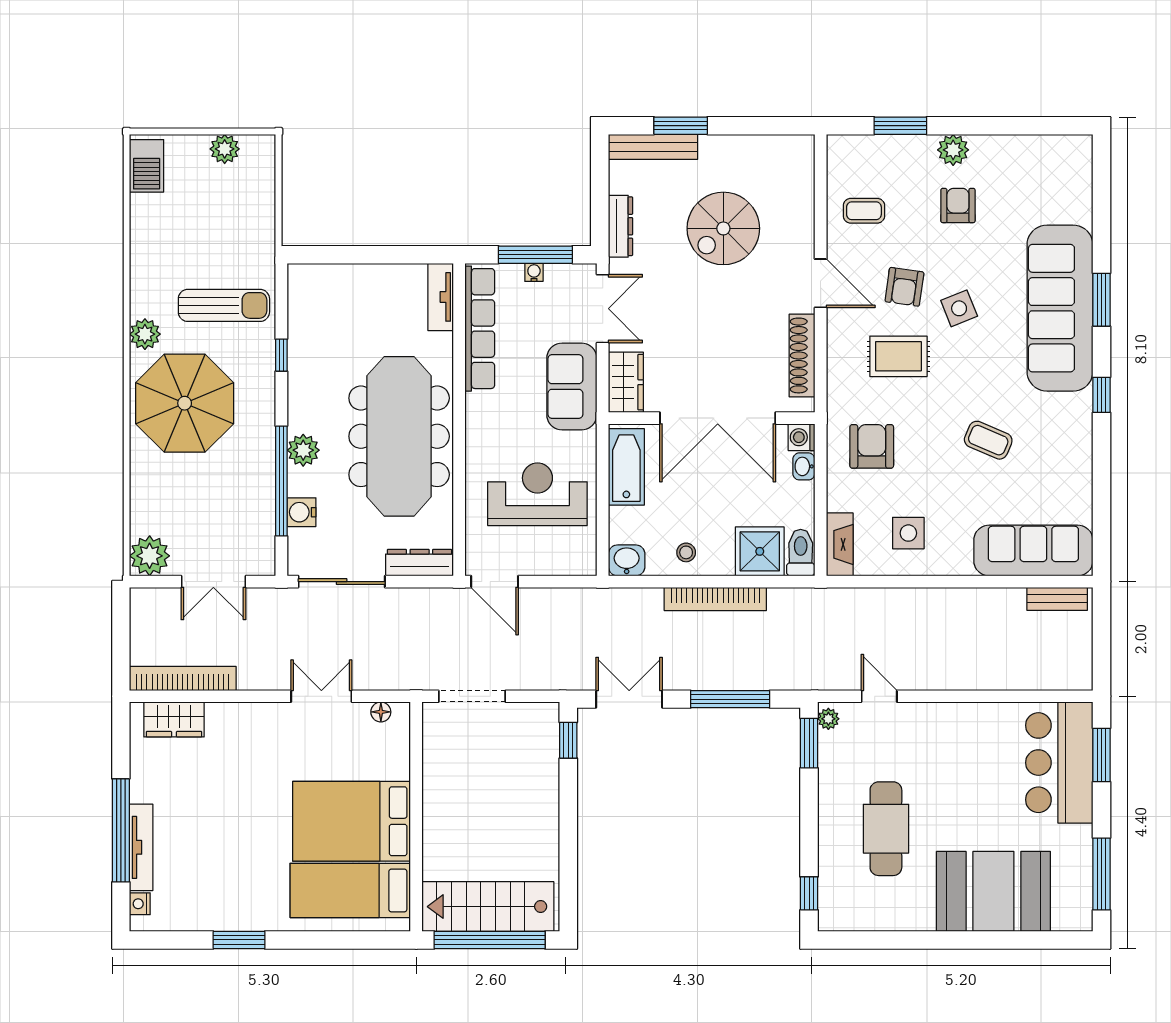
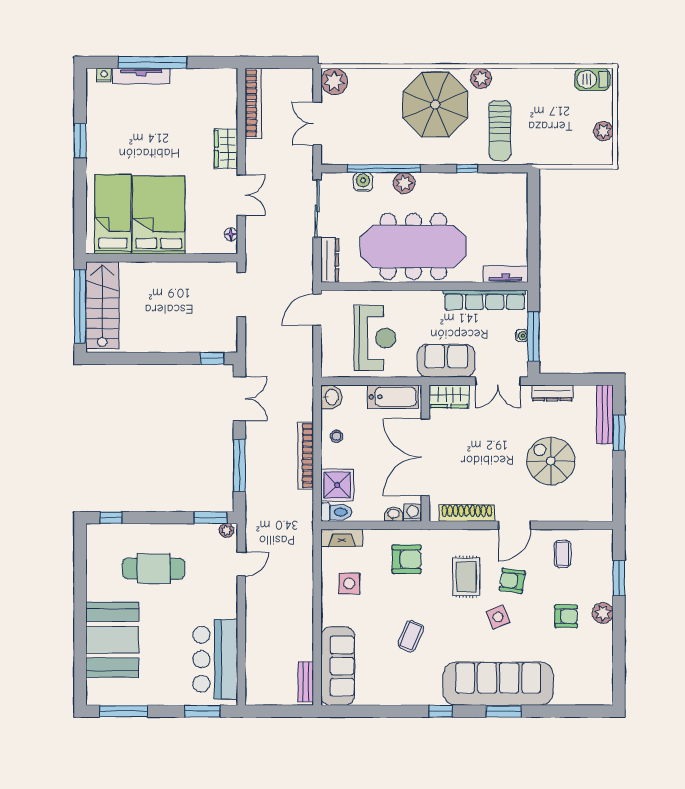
wardrobe: (174, 719) -> (226, 149), moved
bar counter: (1059, 763) -> (215, 659), moved, turned -90

